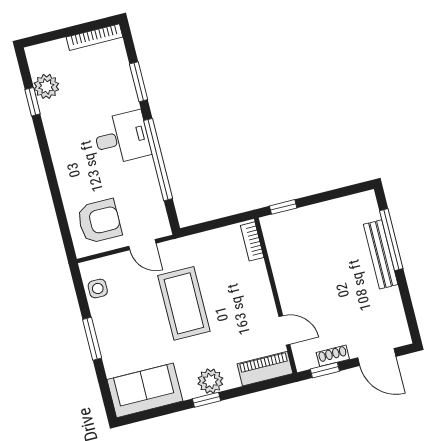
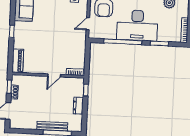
desk: (122, 138) -> (137, 25), width x1.87, depth x1.30
dresser: (321, 213) -> (78, 106), added
coffee table: (184, 303) -> (57, 34), removed
door: (284, 330) -> (54, 75), moved
plant: (210, 381) -> (19, 35), removed

